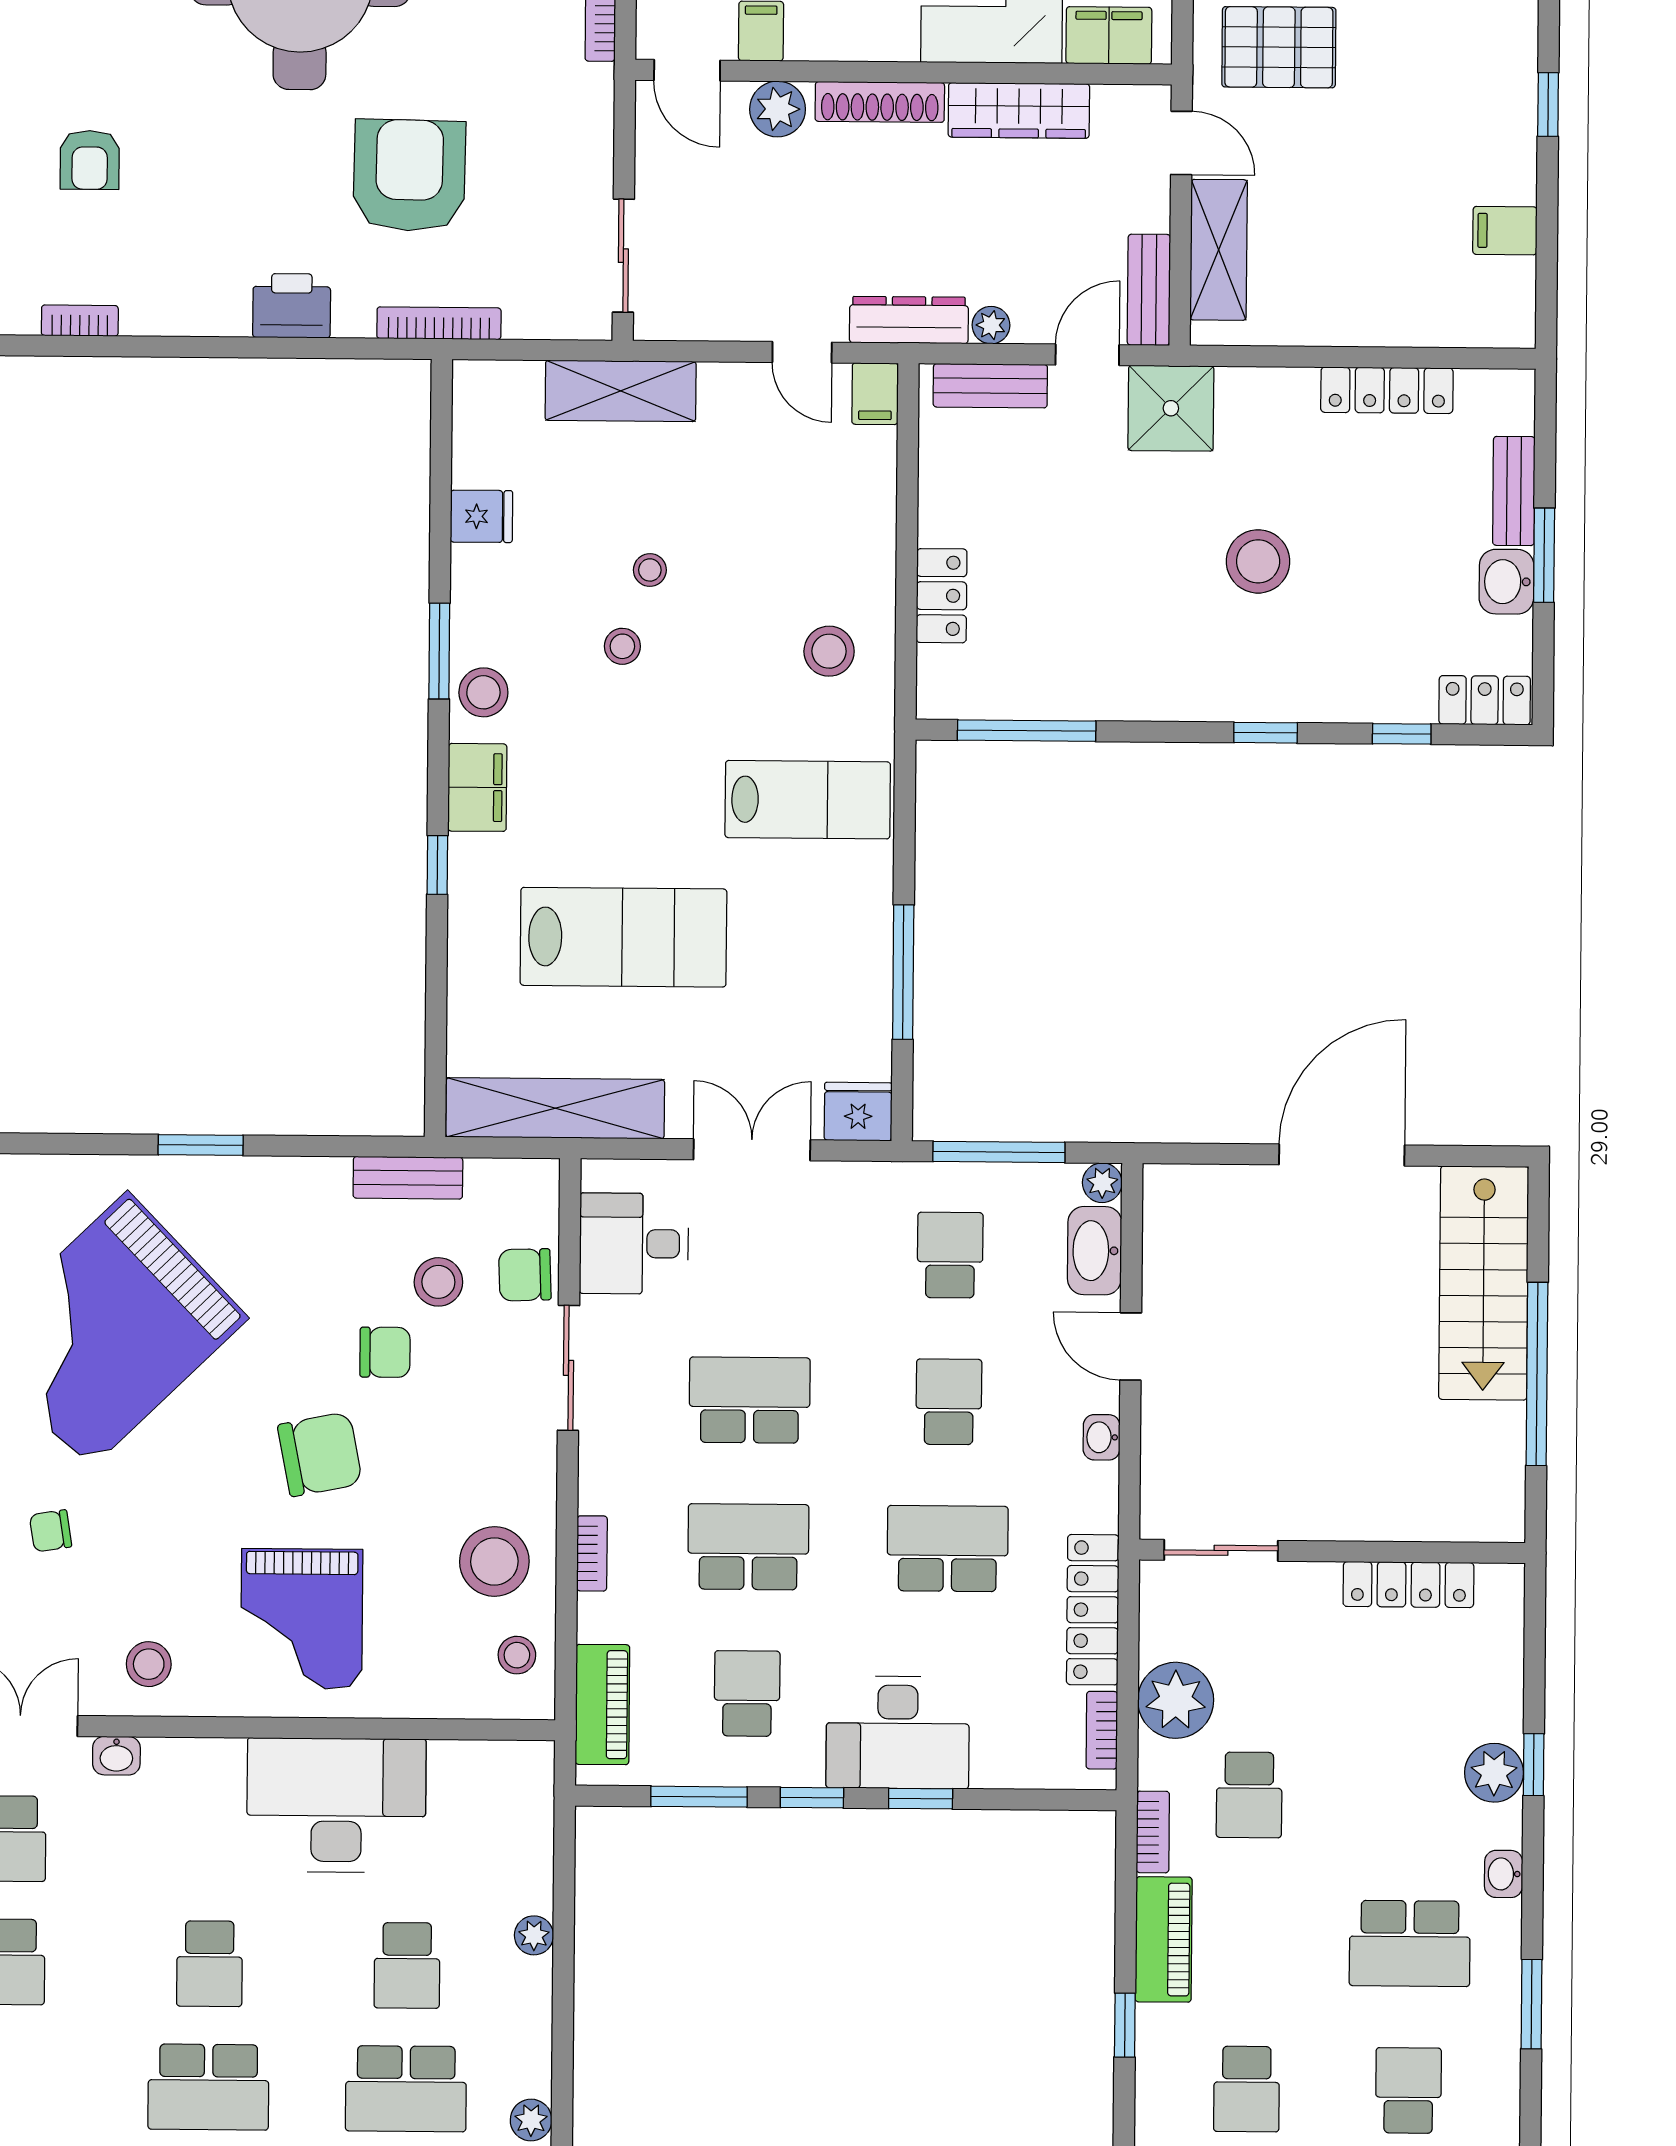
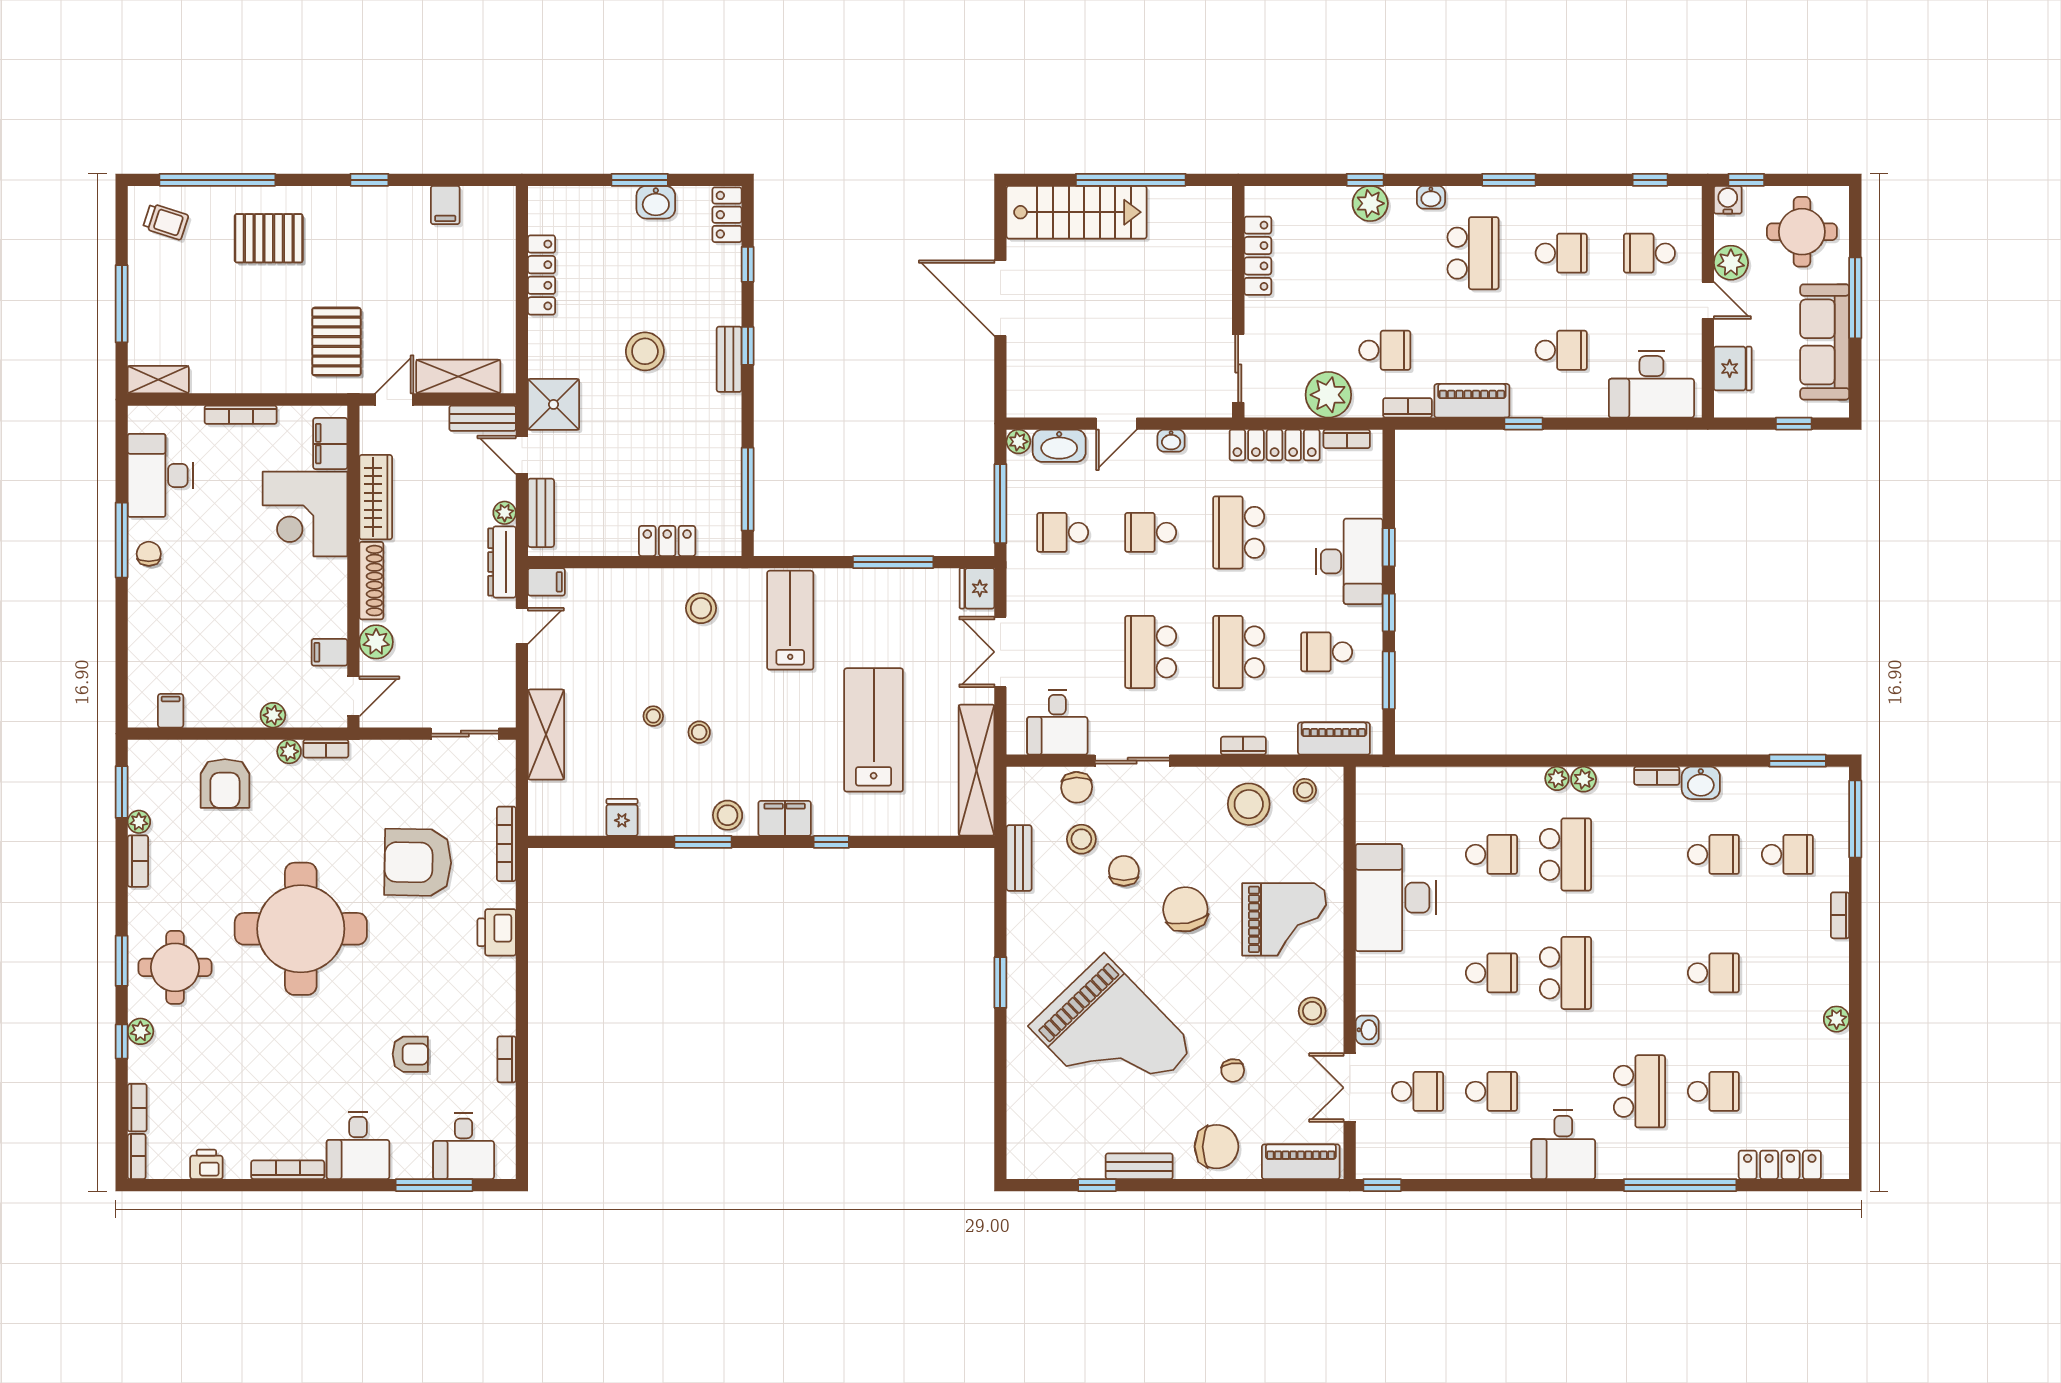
bench: (1514, 491) -> (729, 359), moved, turned 90
plant: (534, 1935) -> (1557, 778), moved
school desk: (1408, 2090) -> (1561, 253), turned 180

